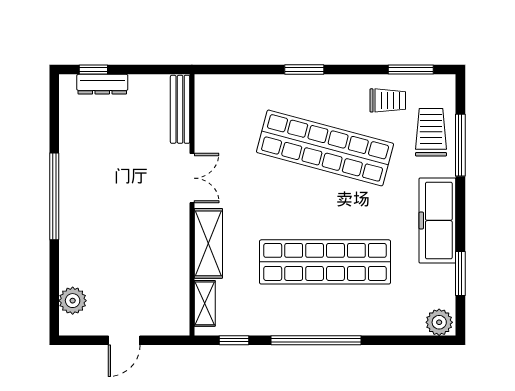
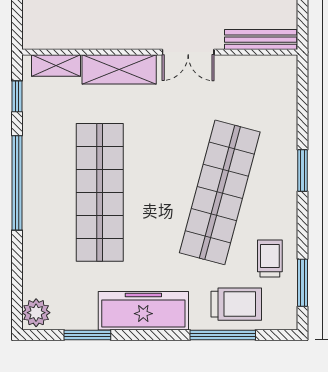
trolley: (388, 100) -> (270, 259), turned 180

